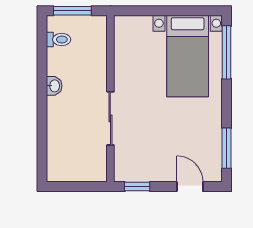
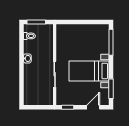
bed with nightstands: (188, 56) -> (89, 71), moved, turned 90
door: (190, 187) -> (93, 107), hinge flipped

